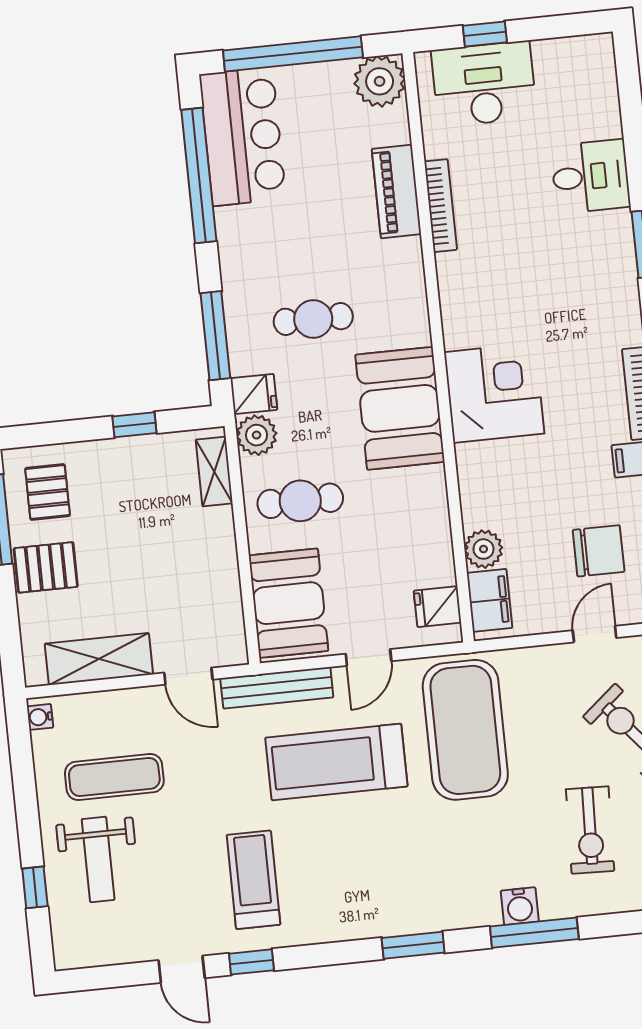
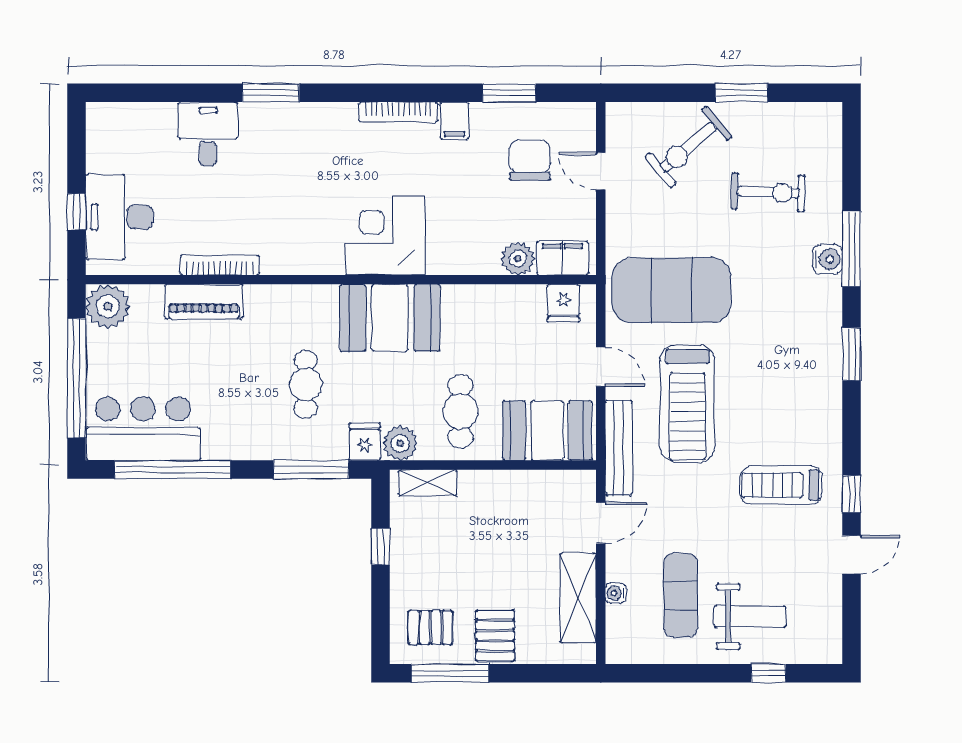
water cooler: (40, 717) -> (616, 593), moved, turned 90

